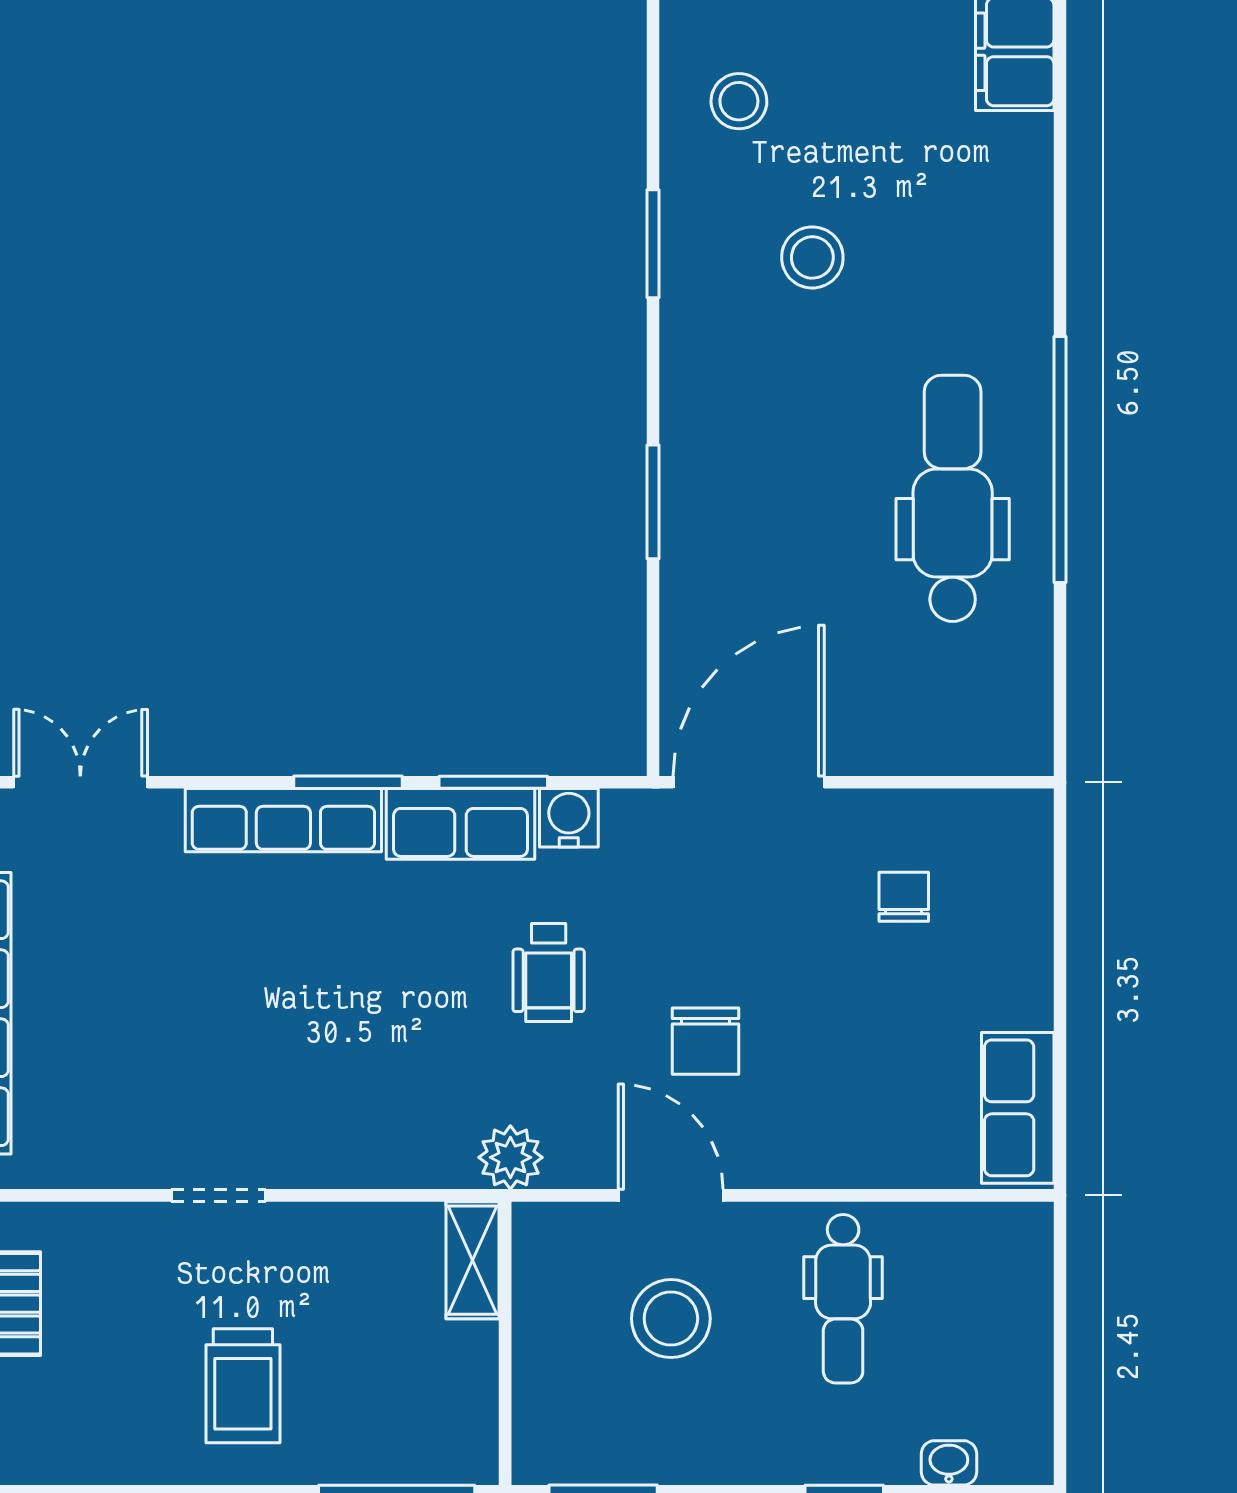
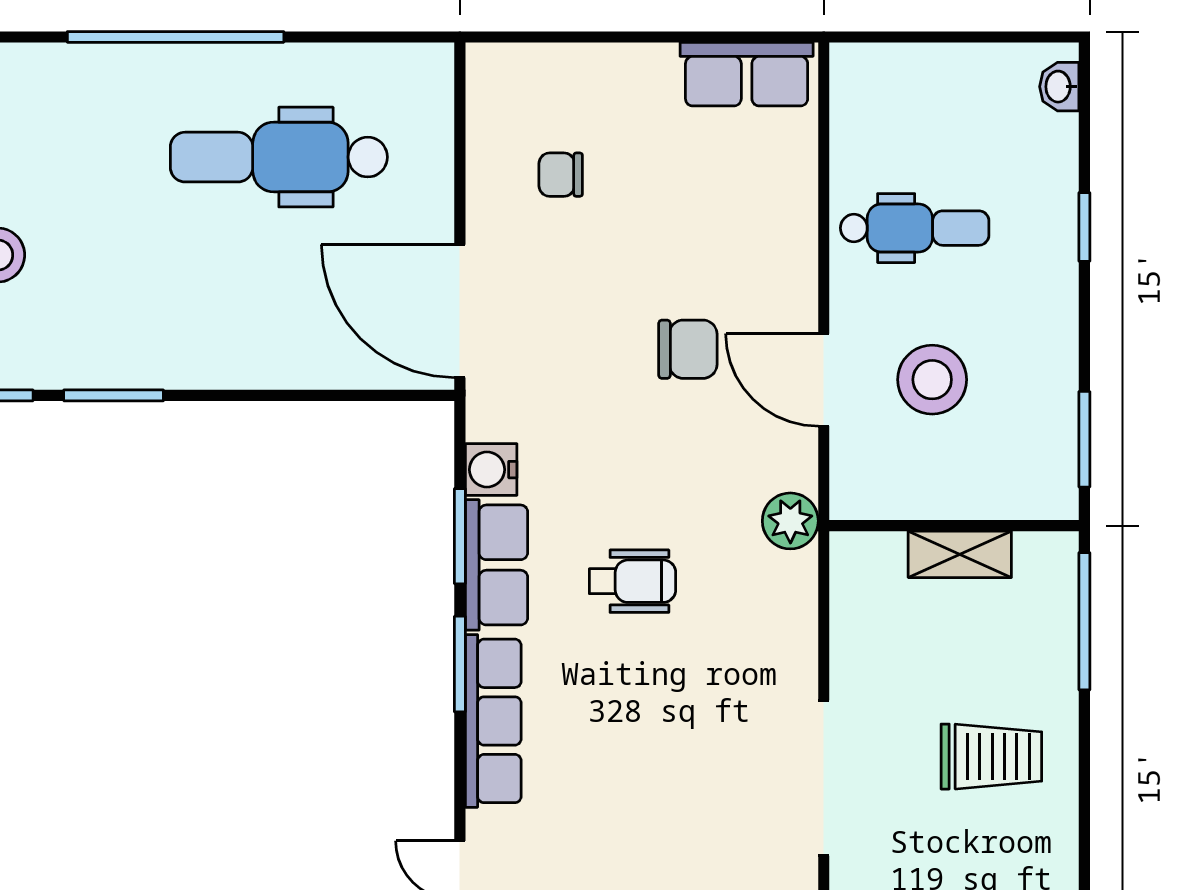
dental chair: (953, 498) -> (279, 157), moved
window: (653, 502) -> (114, 395), moved
wheelchair: (549, 973) -> (633, 581), moved
doorway: (218, 1195) -> (824, 778), width x1.88
door: (671, 1195) -> (824, 380), hinge flipped
shelving: (473, 1260) -> (960, 554), moved
washbasin: (949, 1463) -> (1059, 87), moved

